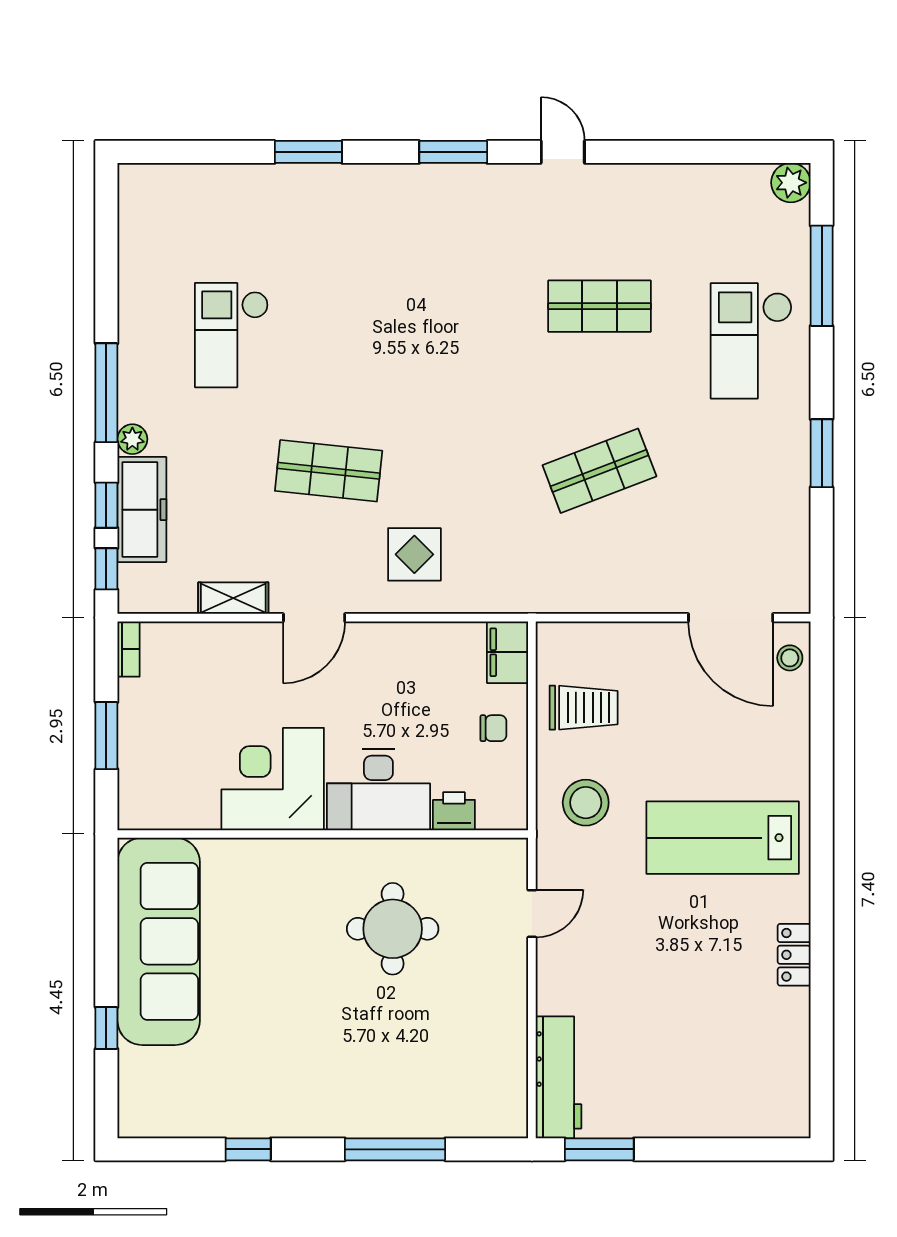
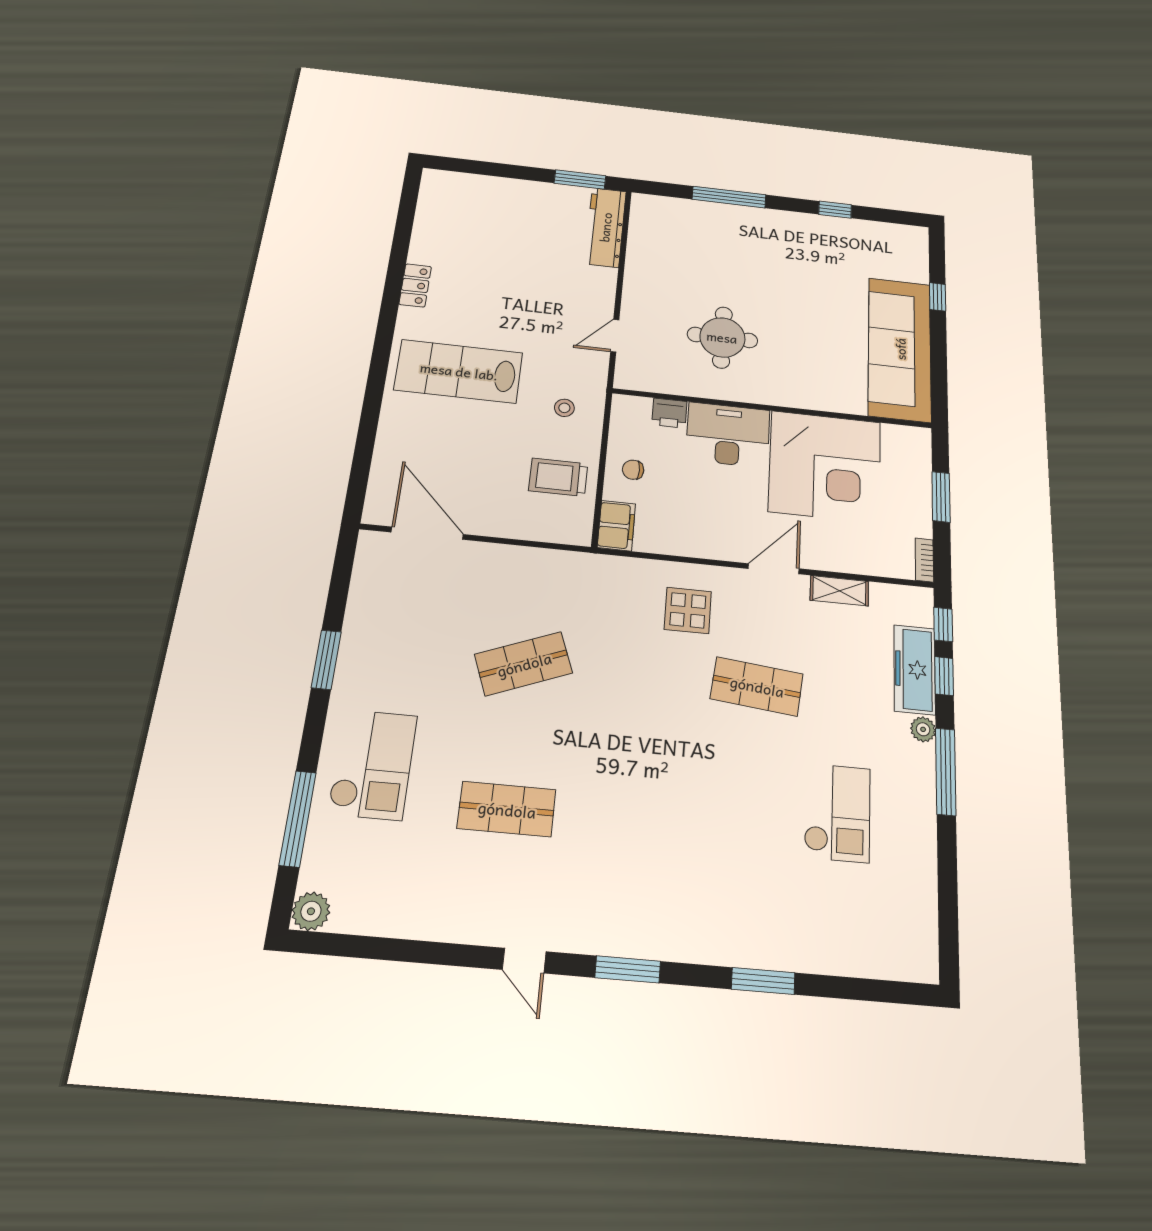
stool: (790, 658) -> (383, 497), removed
corner desk: (273, 779) -> (825, 466), width x1.36, depth x1.36
stool: (586, 803) -> (564, 408), width x0.53, depth x0.53
lab bench: (723, 838) -> (459, 371), turned 180

